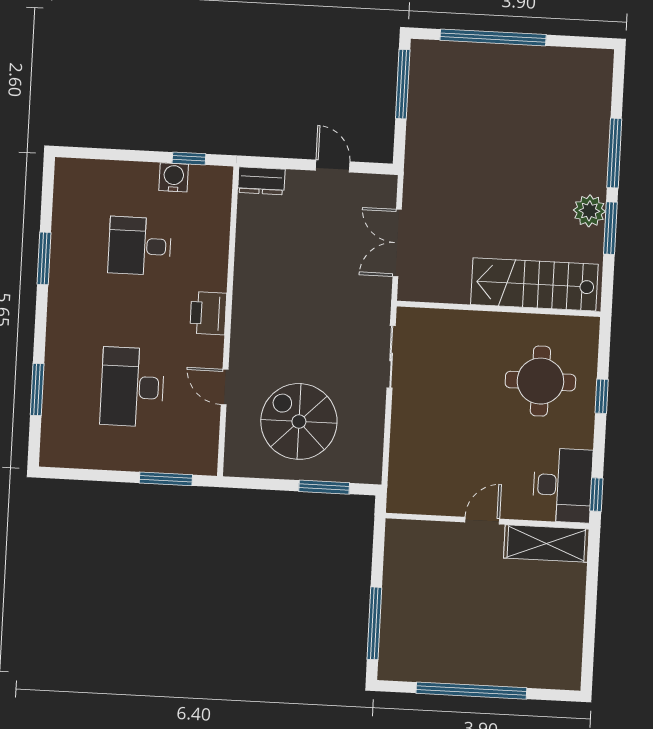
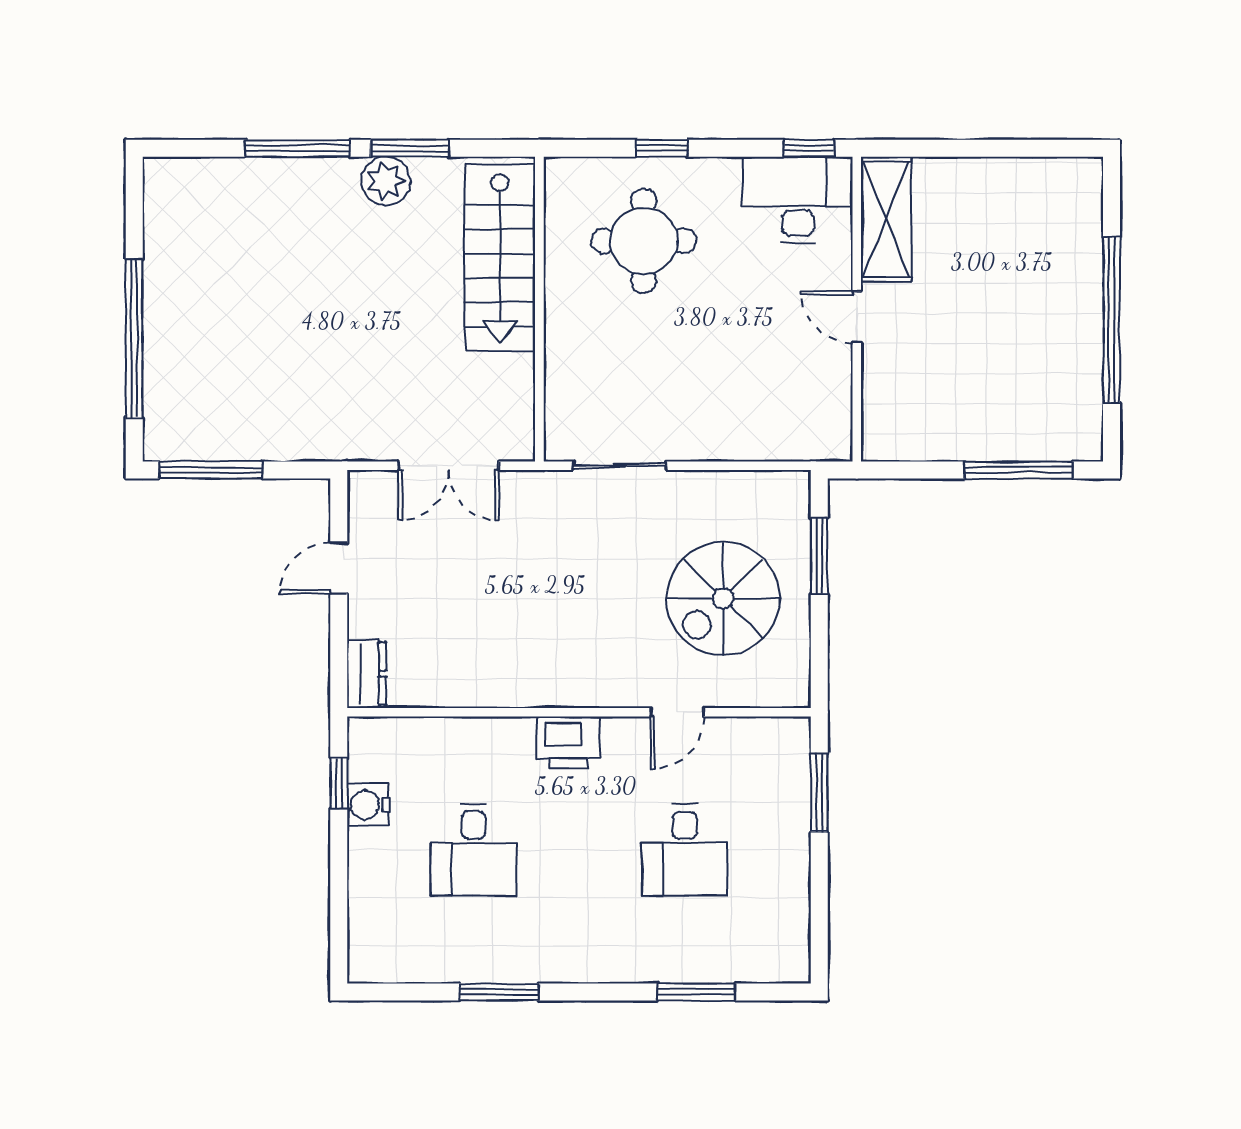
desk: (132, 387) -> (685, 850), width x0.73

